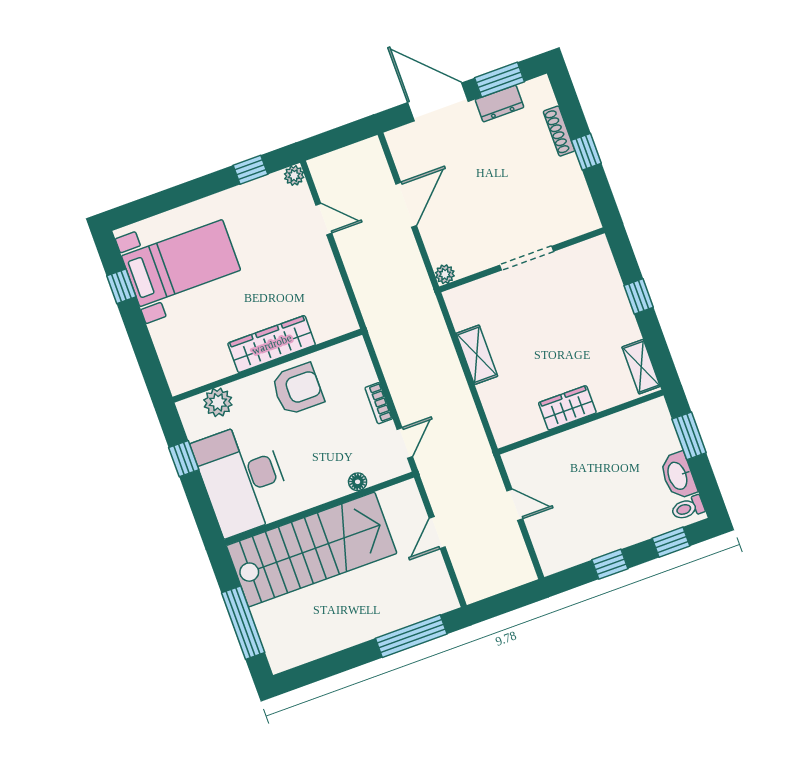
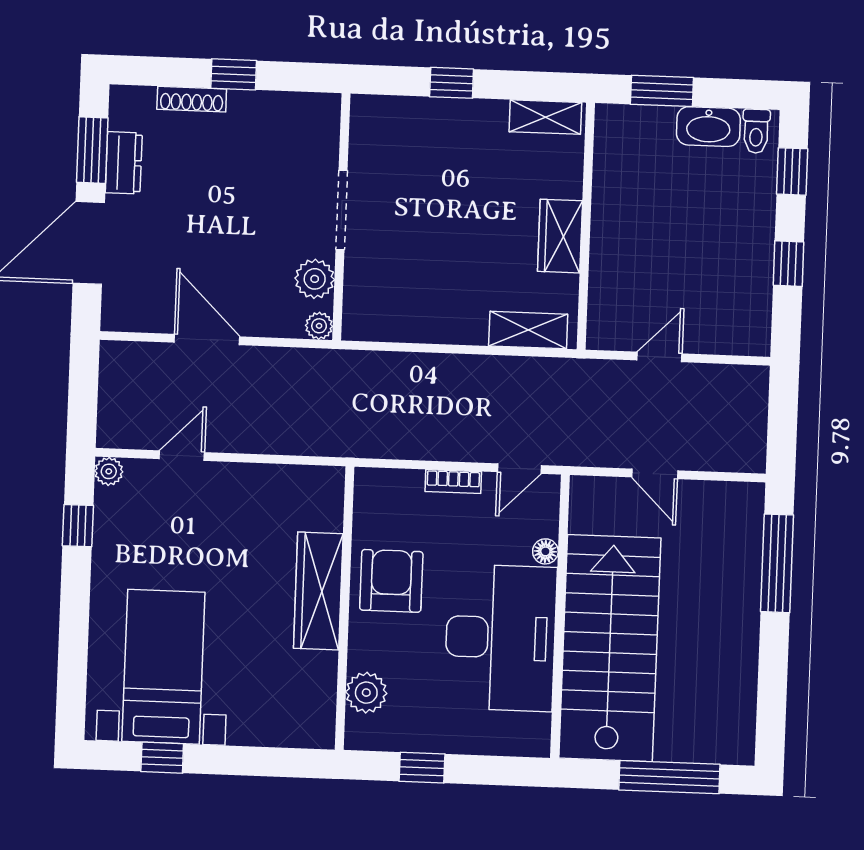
plant: (474, 259) -> (315, 279), added
shelving: (477, 355) -> (528, 330), moved
door: (405, 443) -> (519, 469), swing flipped
desk: (243, 479) -> (501, 638), moved, turned -90

